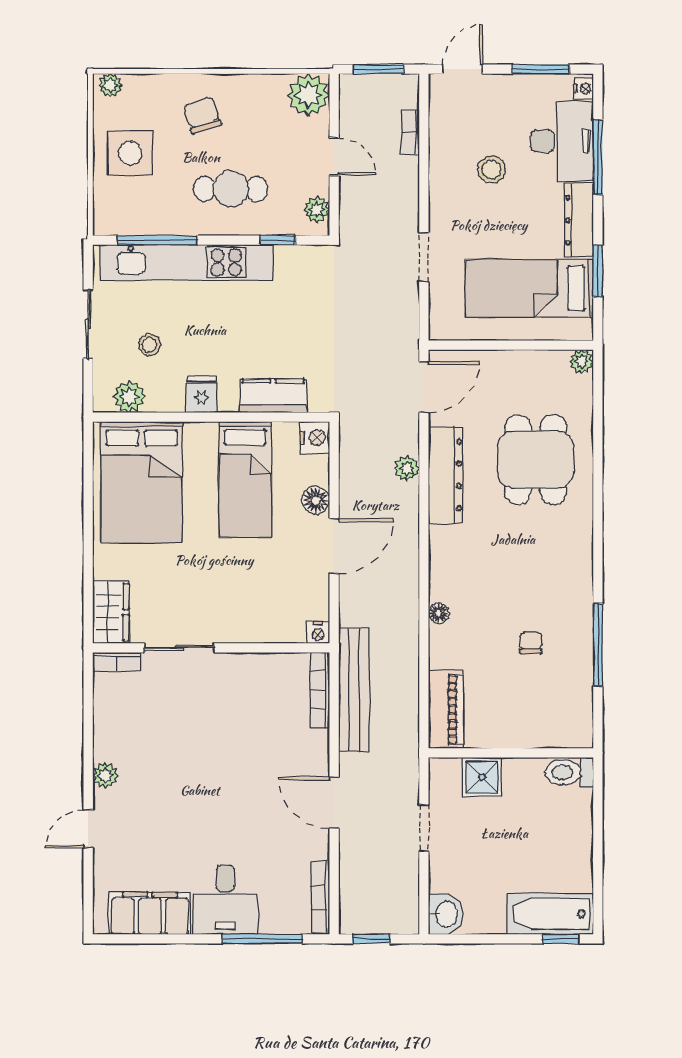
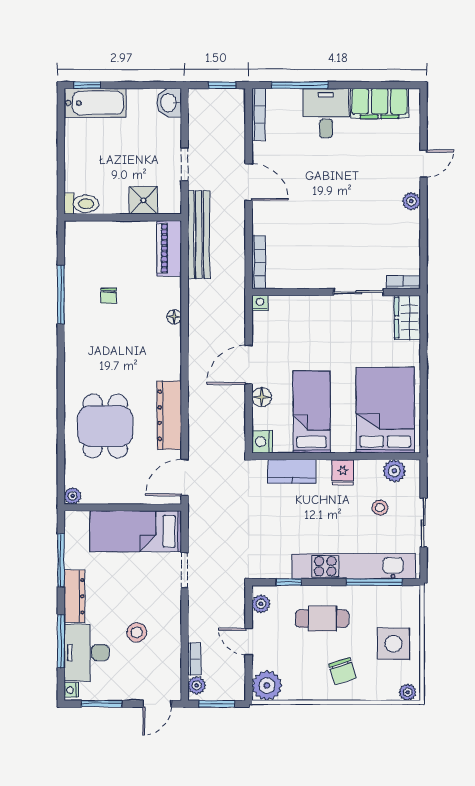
window: (598, 271) -> (61, 560), width x1.44
bed: (529, 288) -> (136, 531), moved, turned 180
plant: (407, 468) -> (197, 685), moved
bench: (354, 690) -> (199, 235), moved

